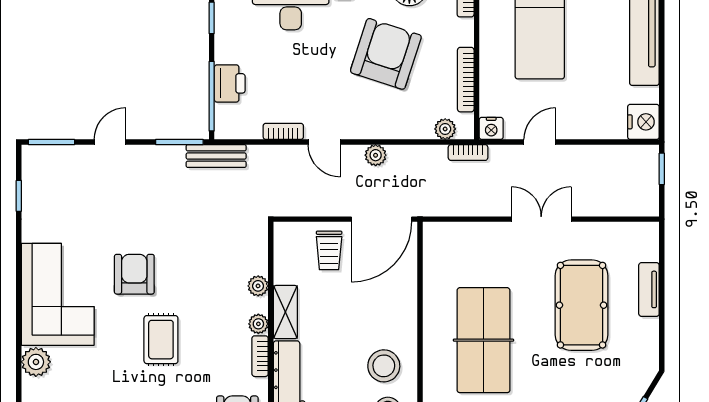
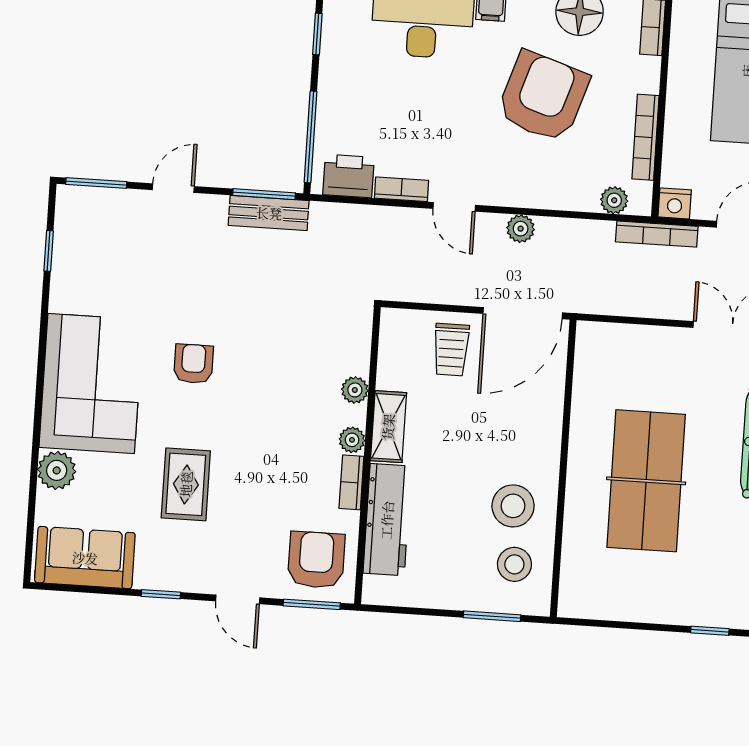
printer: (230, 83) -> (348, 176), moved, turned -90
bookcase: (468, 152) -> (657, 234), width x1.56
bench: (216, 156) -> (269, 213), moved
armchair: (134, 274) -> (193, 364), width x0.72, depth x0.72
rug: (161, 340) -> (186, 484), moved

